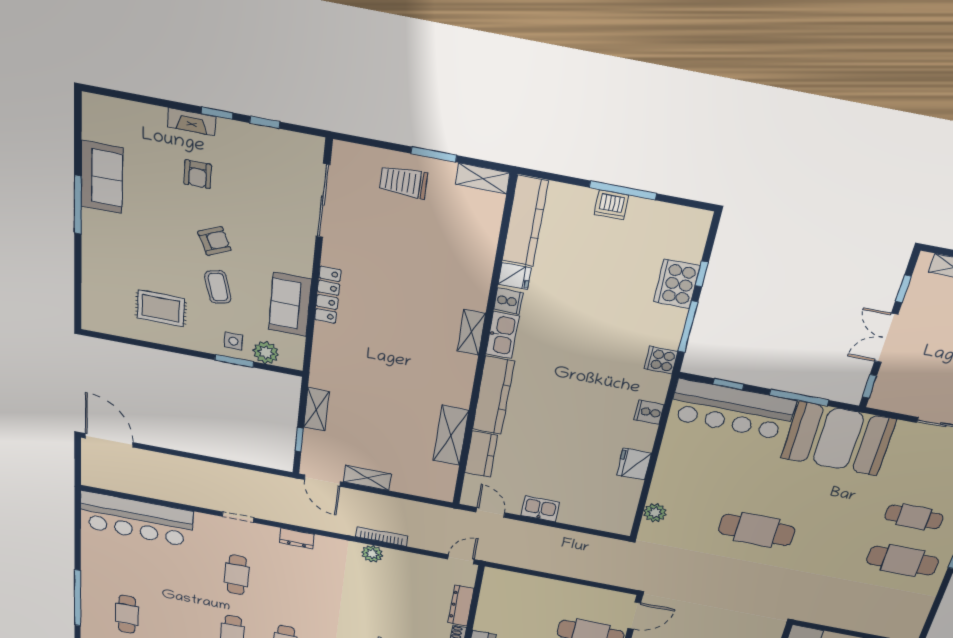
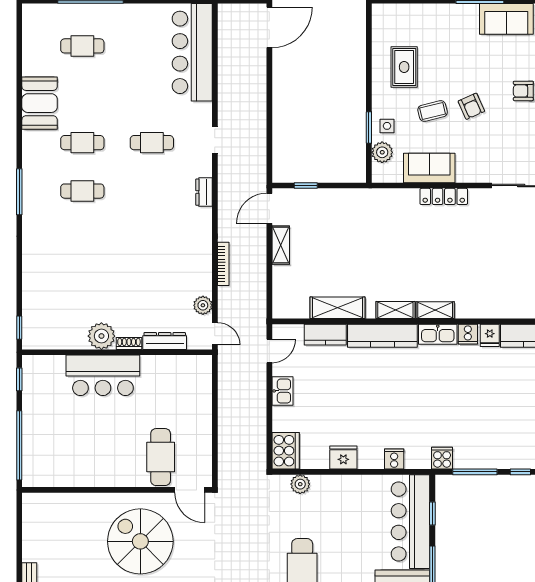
cooker: (677, 284) -> (286, 451), moved, turned 90
shelving: (316, 409) -> (395, 310), moved
plant: (372, 554) -> (203, 305), moved

